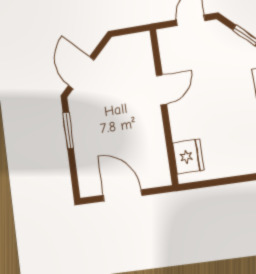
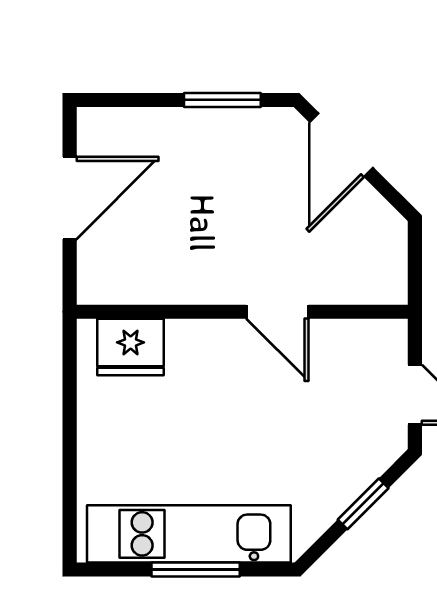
door: (81, 73) -> (341, 145), swing flipped

